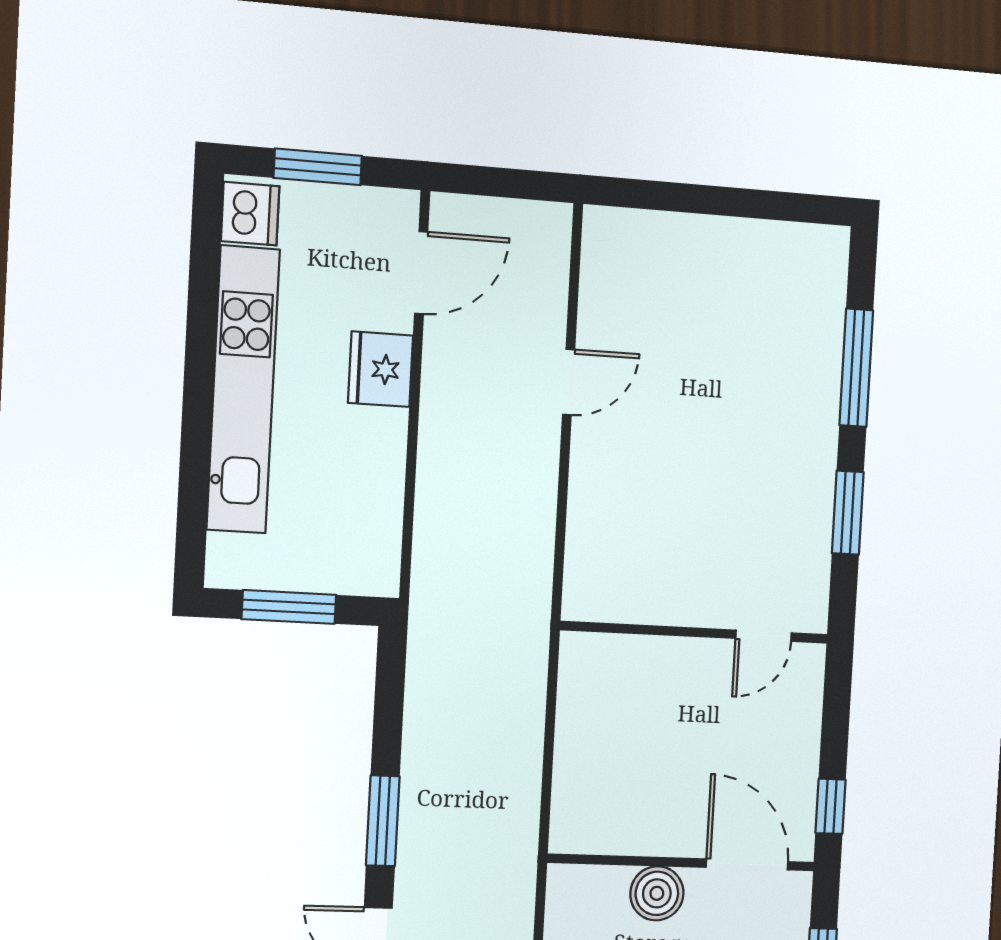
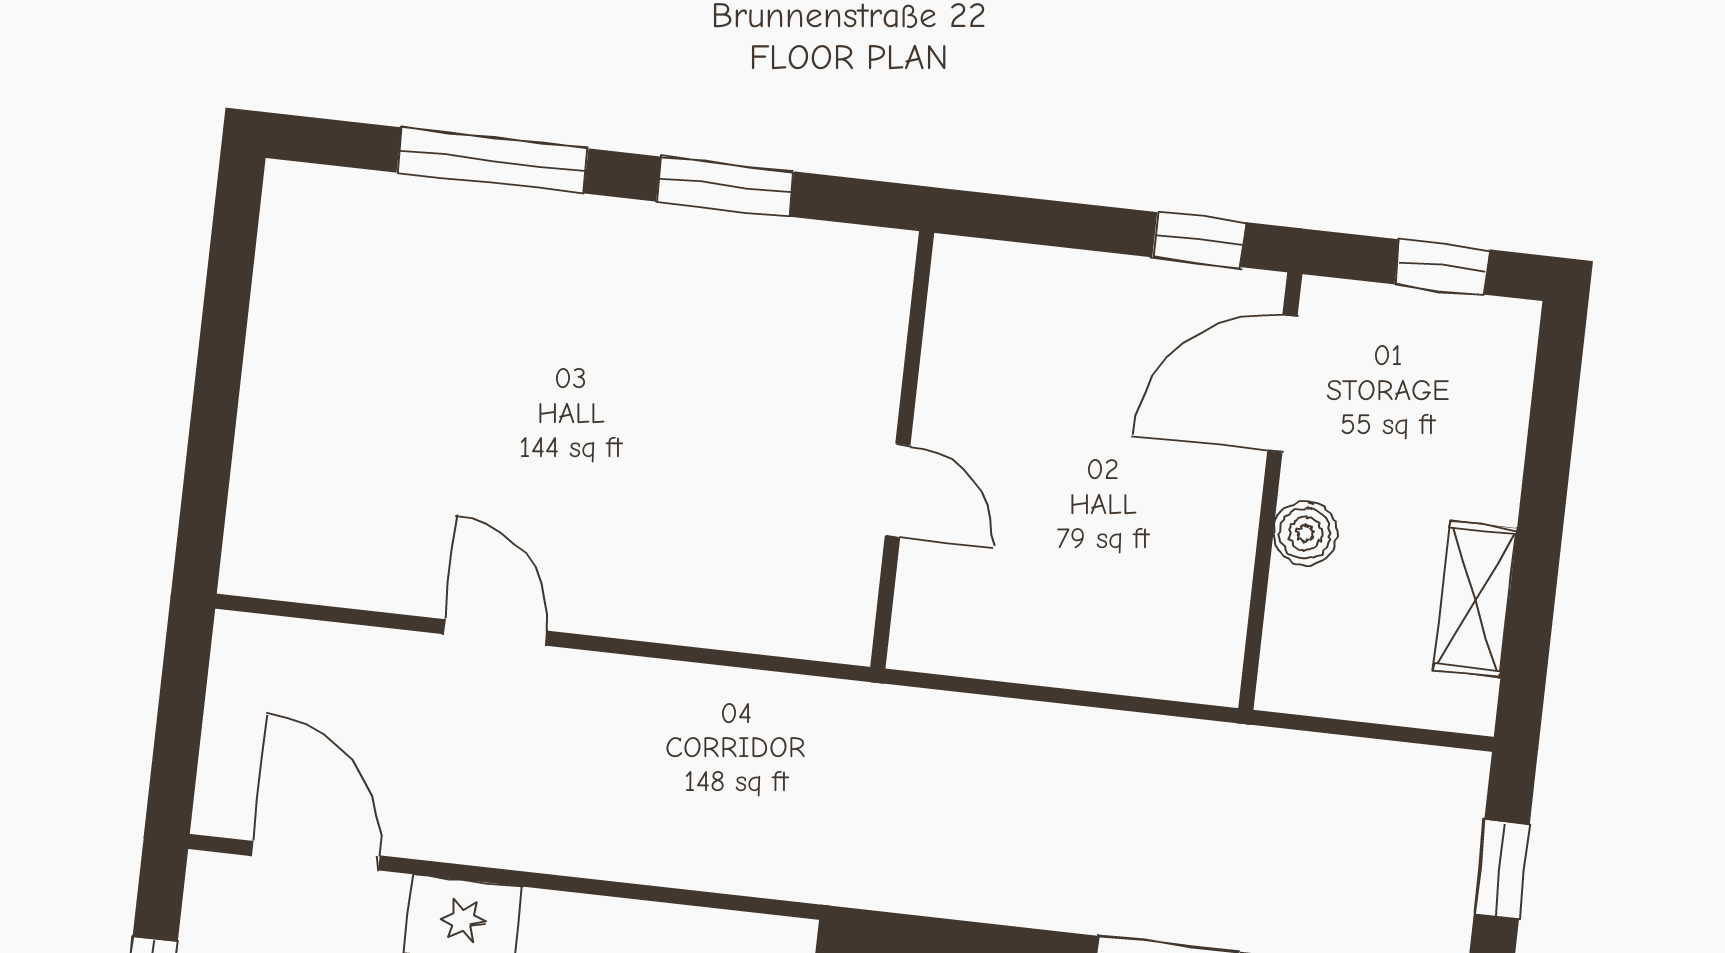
door: (764, 636) -> (898, 490), moved
boiler: (657, 893) -> (1305, 533), width x0.73, depth x0.73

